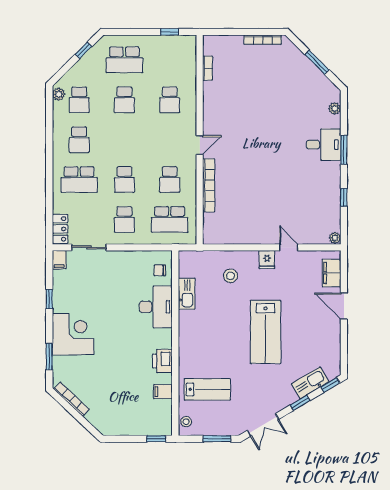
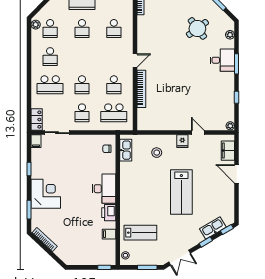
round table: (288, 100) -> (197, 28), added
kitchen sink: (187, 294) -> (126, 150), moved
desk: (156, 307) -> (104, 189), moved

